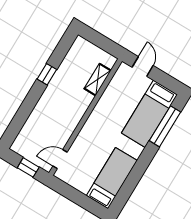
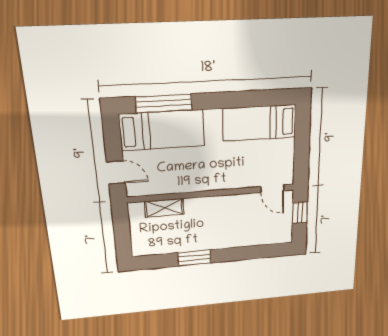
door: (143, 66) -> (116, 173), swing flipped
window: (47, 74) -> (194, 258), width x1.50

